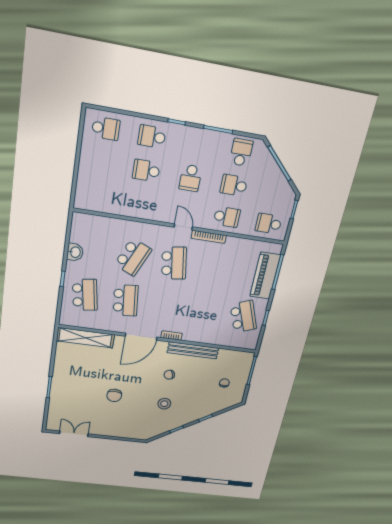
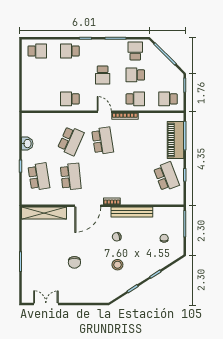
school desk: (146, 171) -> (70, 99), moved

